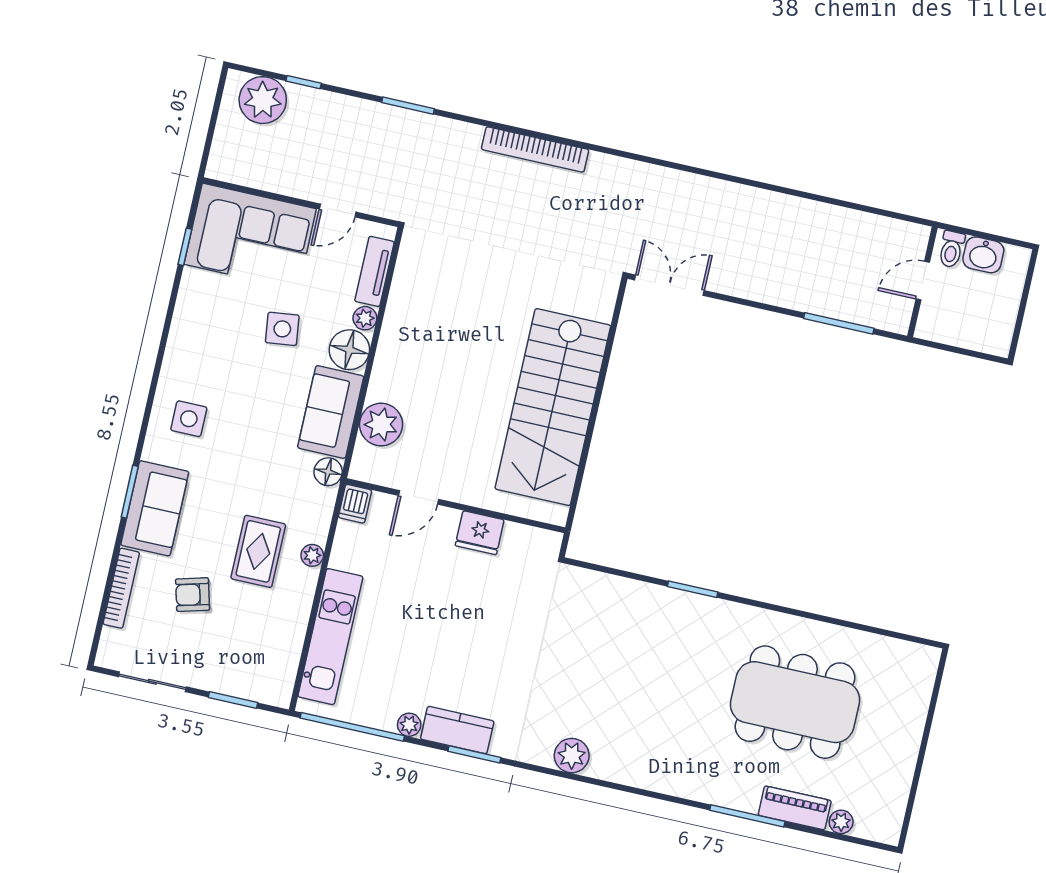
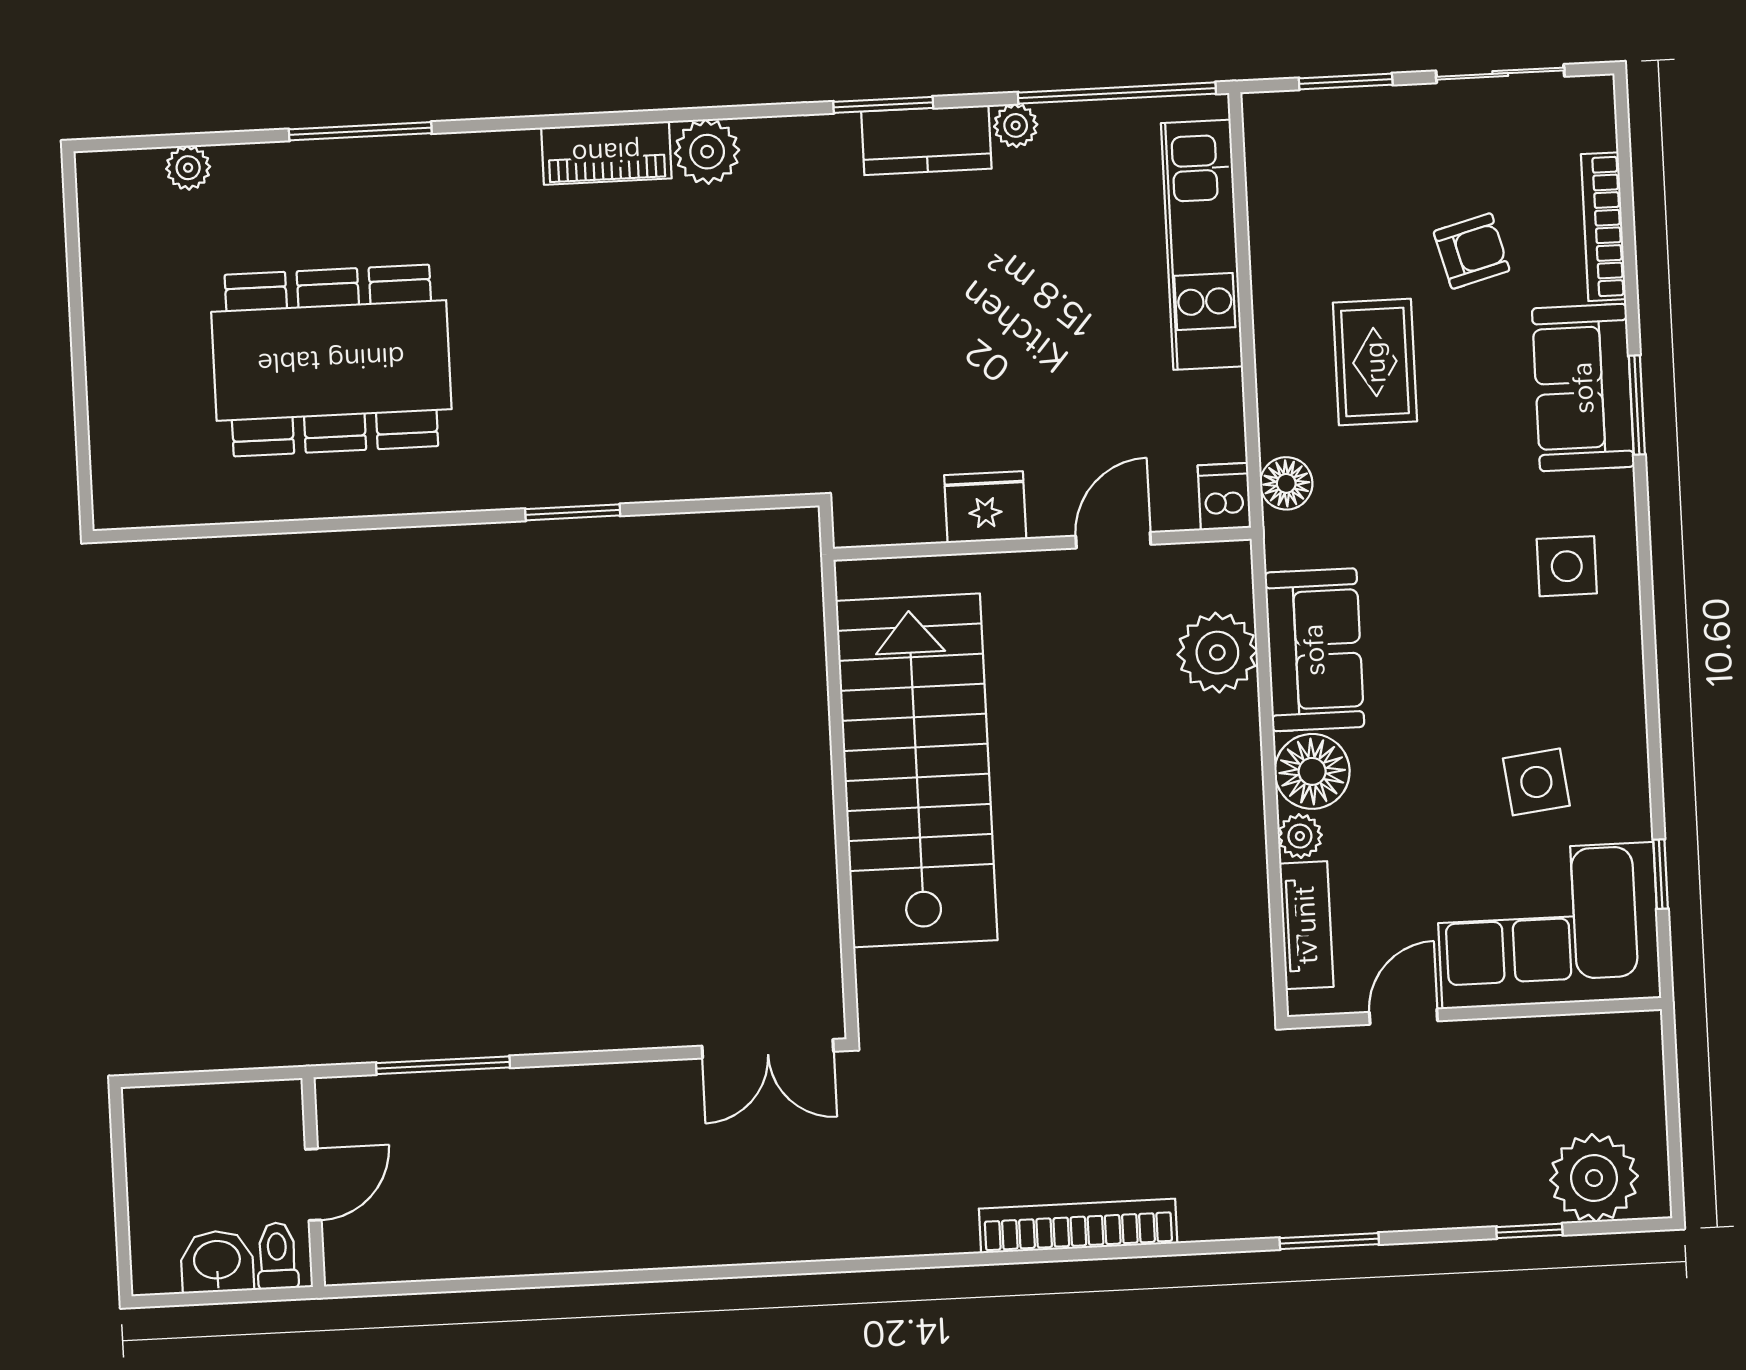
side table: (282, 329) -> (1536, 782), moved
floor lamp: (328, 472) -> (1286, 483), moved
plant: (312, 555) -> (1276, 382), removed
piano: (795, 808) -> (606, 153), moved

